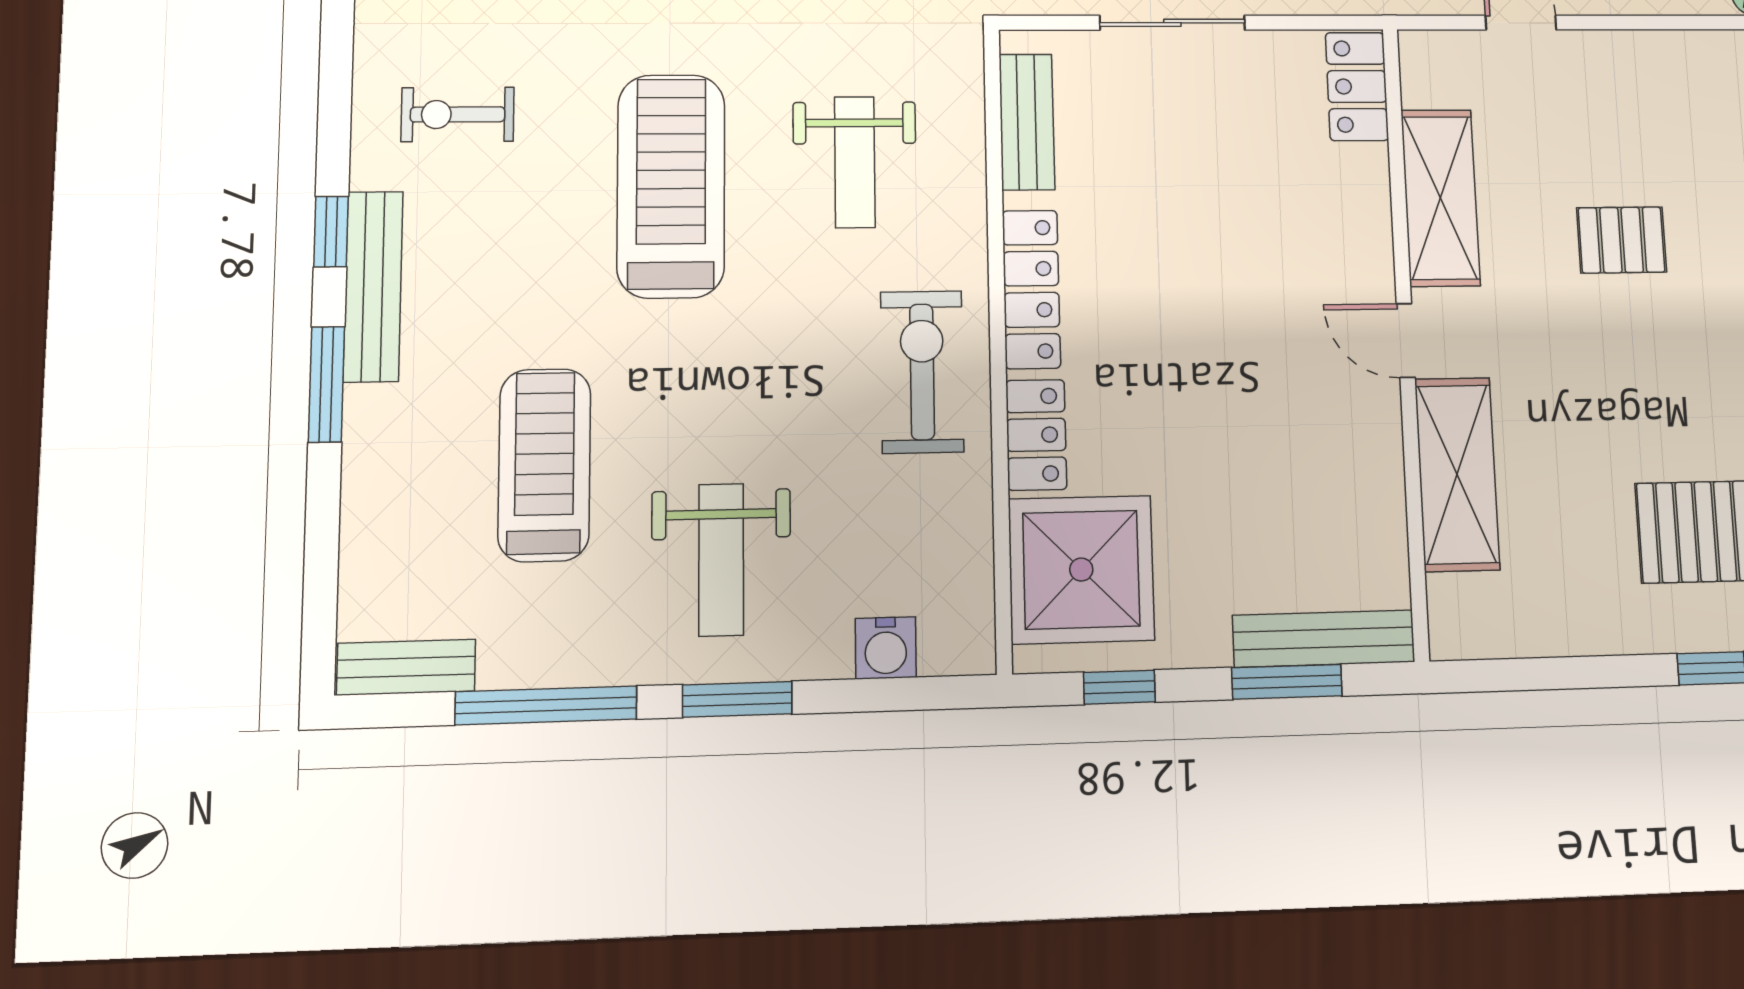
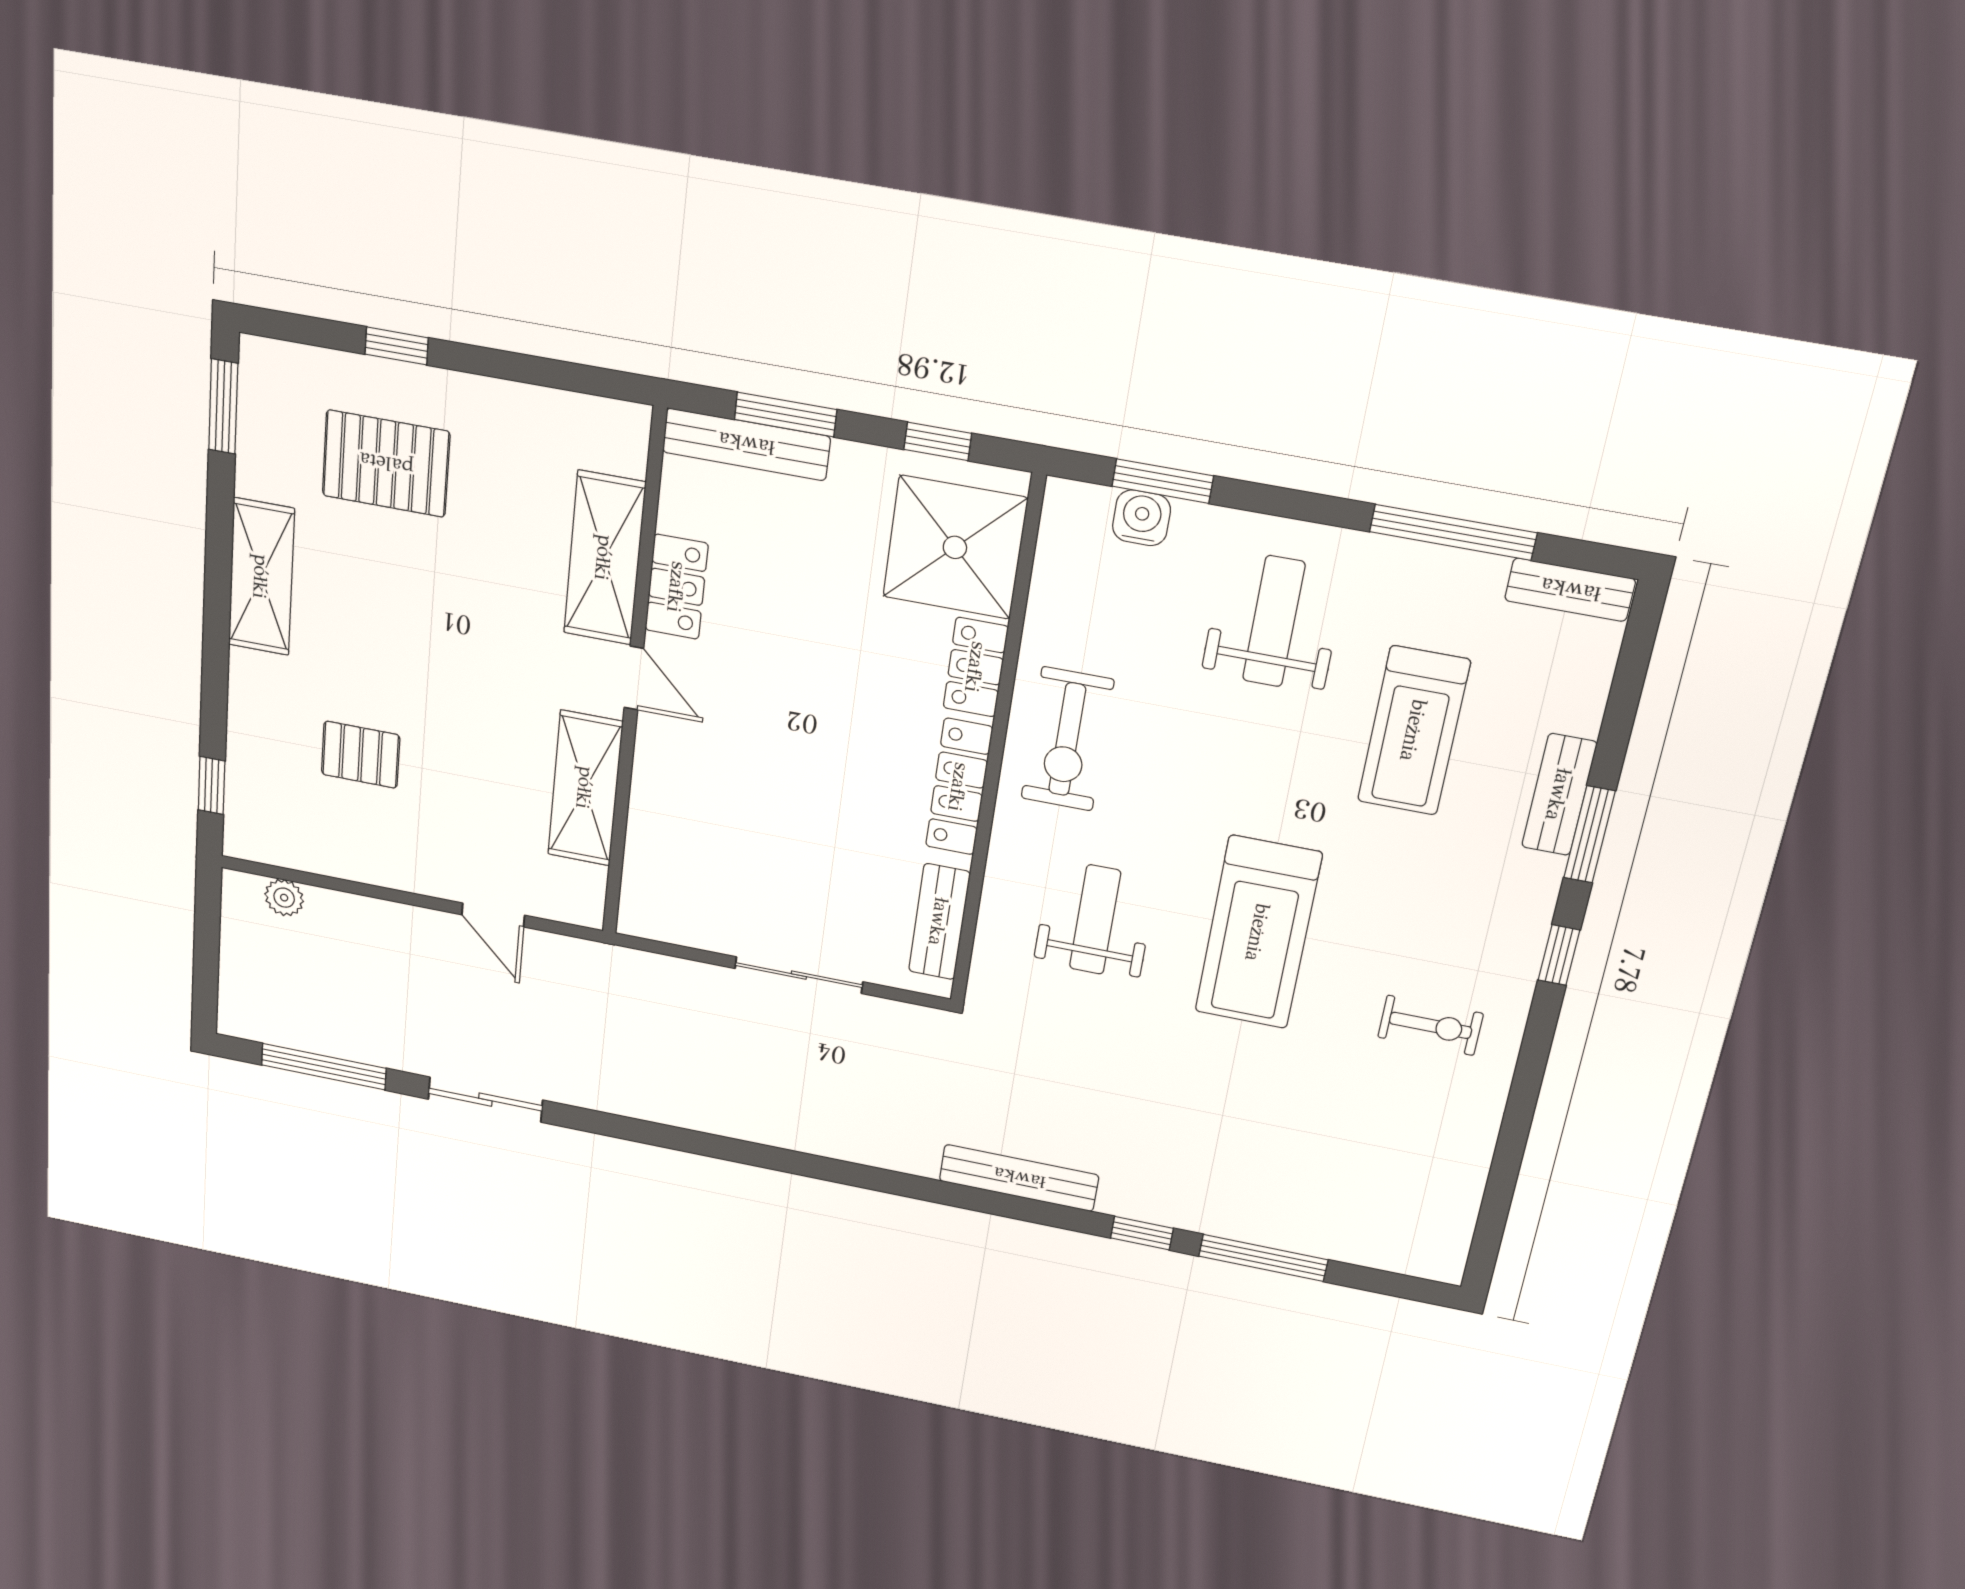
locker: (1357, 86) -> (677, 587), moved
pallet: (1622, 240) -> (361, 755), moved
bench: (373, 286) -> (1559, 795), moved, width x0.73
window: (737, 699) -> (1163, 481), moved

